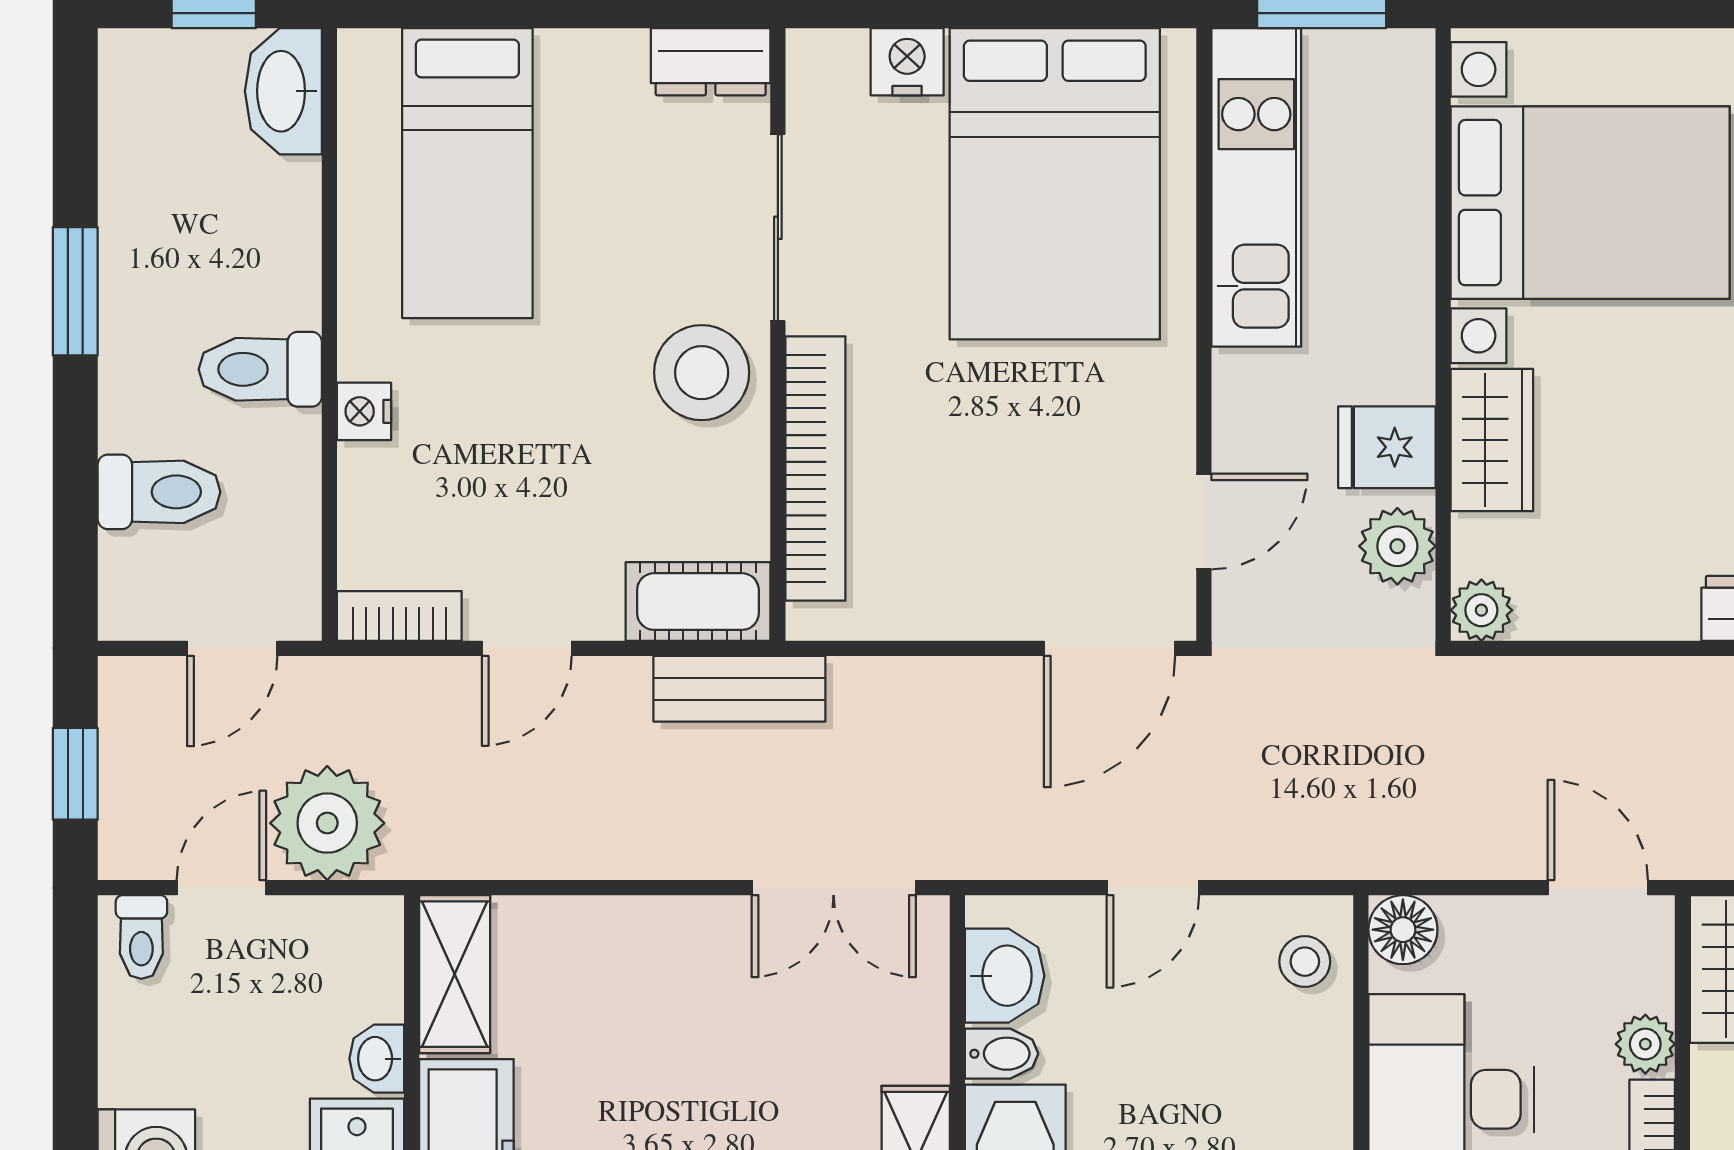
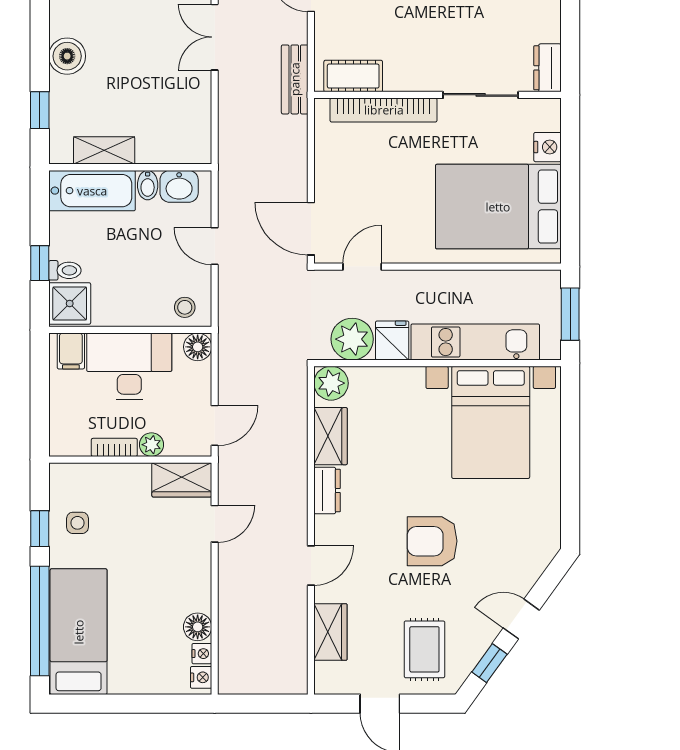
kitchen unit: (1256, 187) -> (475, 342), moved, turned 180
stool: (702, 373) -> (422, 64), removed
wardrobe: (1492, 440) -> (331, 436), moved, turned -90
door: (1204, 521) -> (362, 267), swing flipped
plant: (1397, 546) -> (352, 339), width x1.36, depth x1.36
cot: (698, 602) -> (353, 76), moved, turned 90
plant: (1481, 610) -> (331, 383), width x1.38, depth x1.38
double door: (834, 888) -> (215, 37), moved

